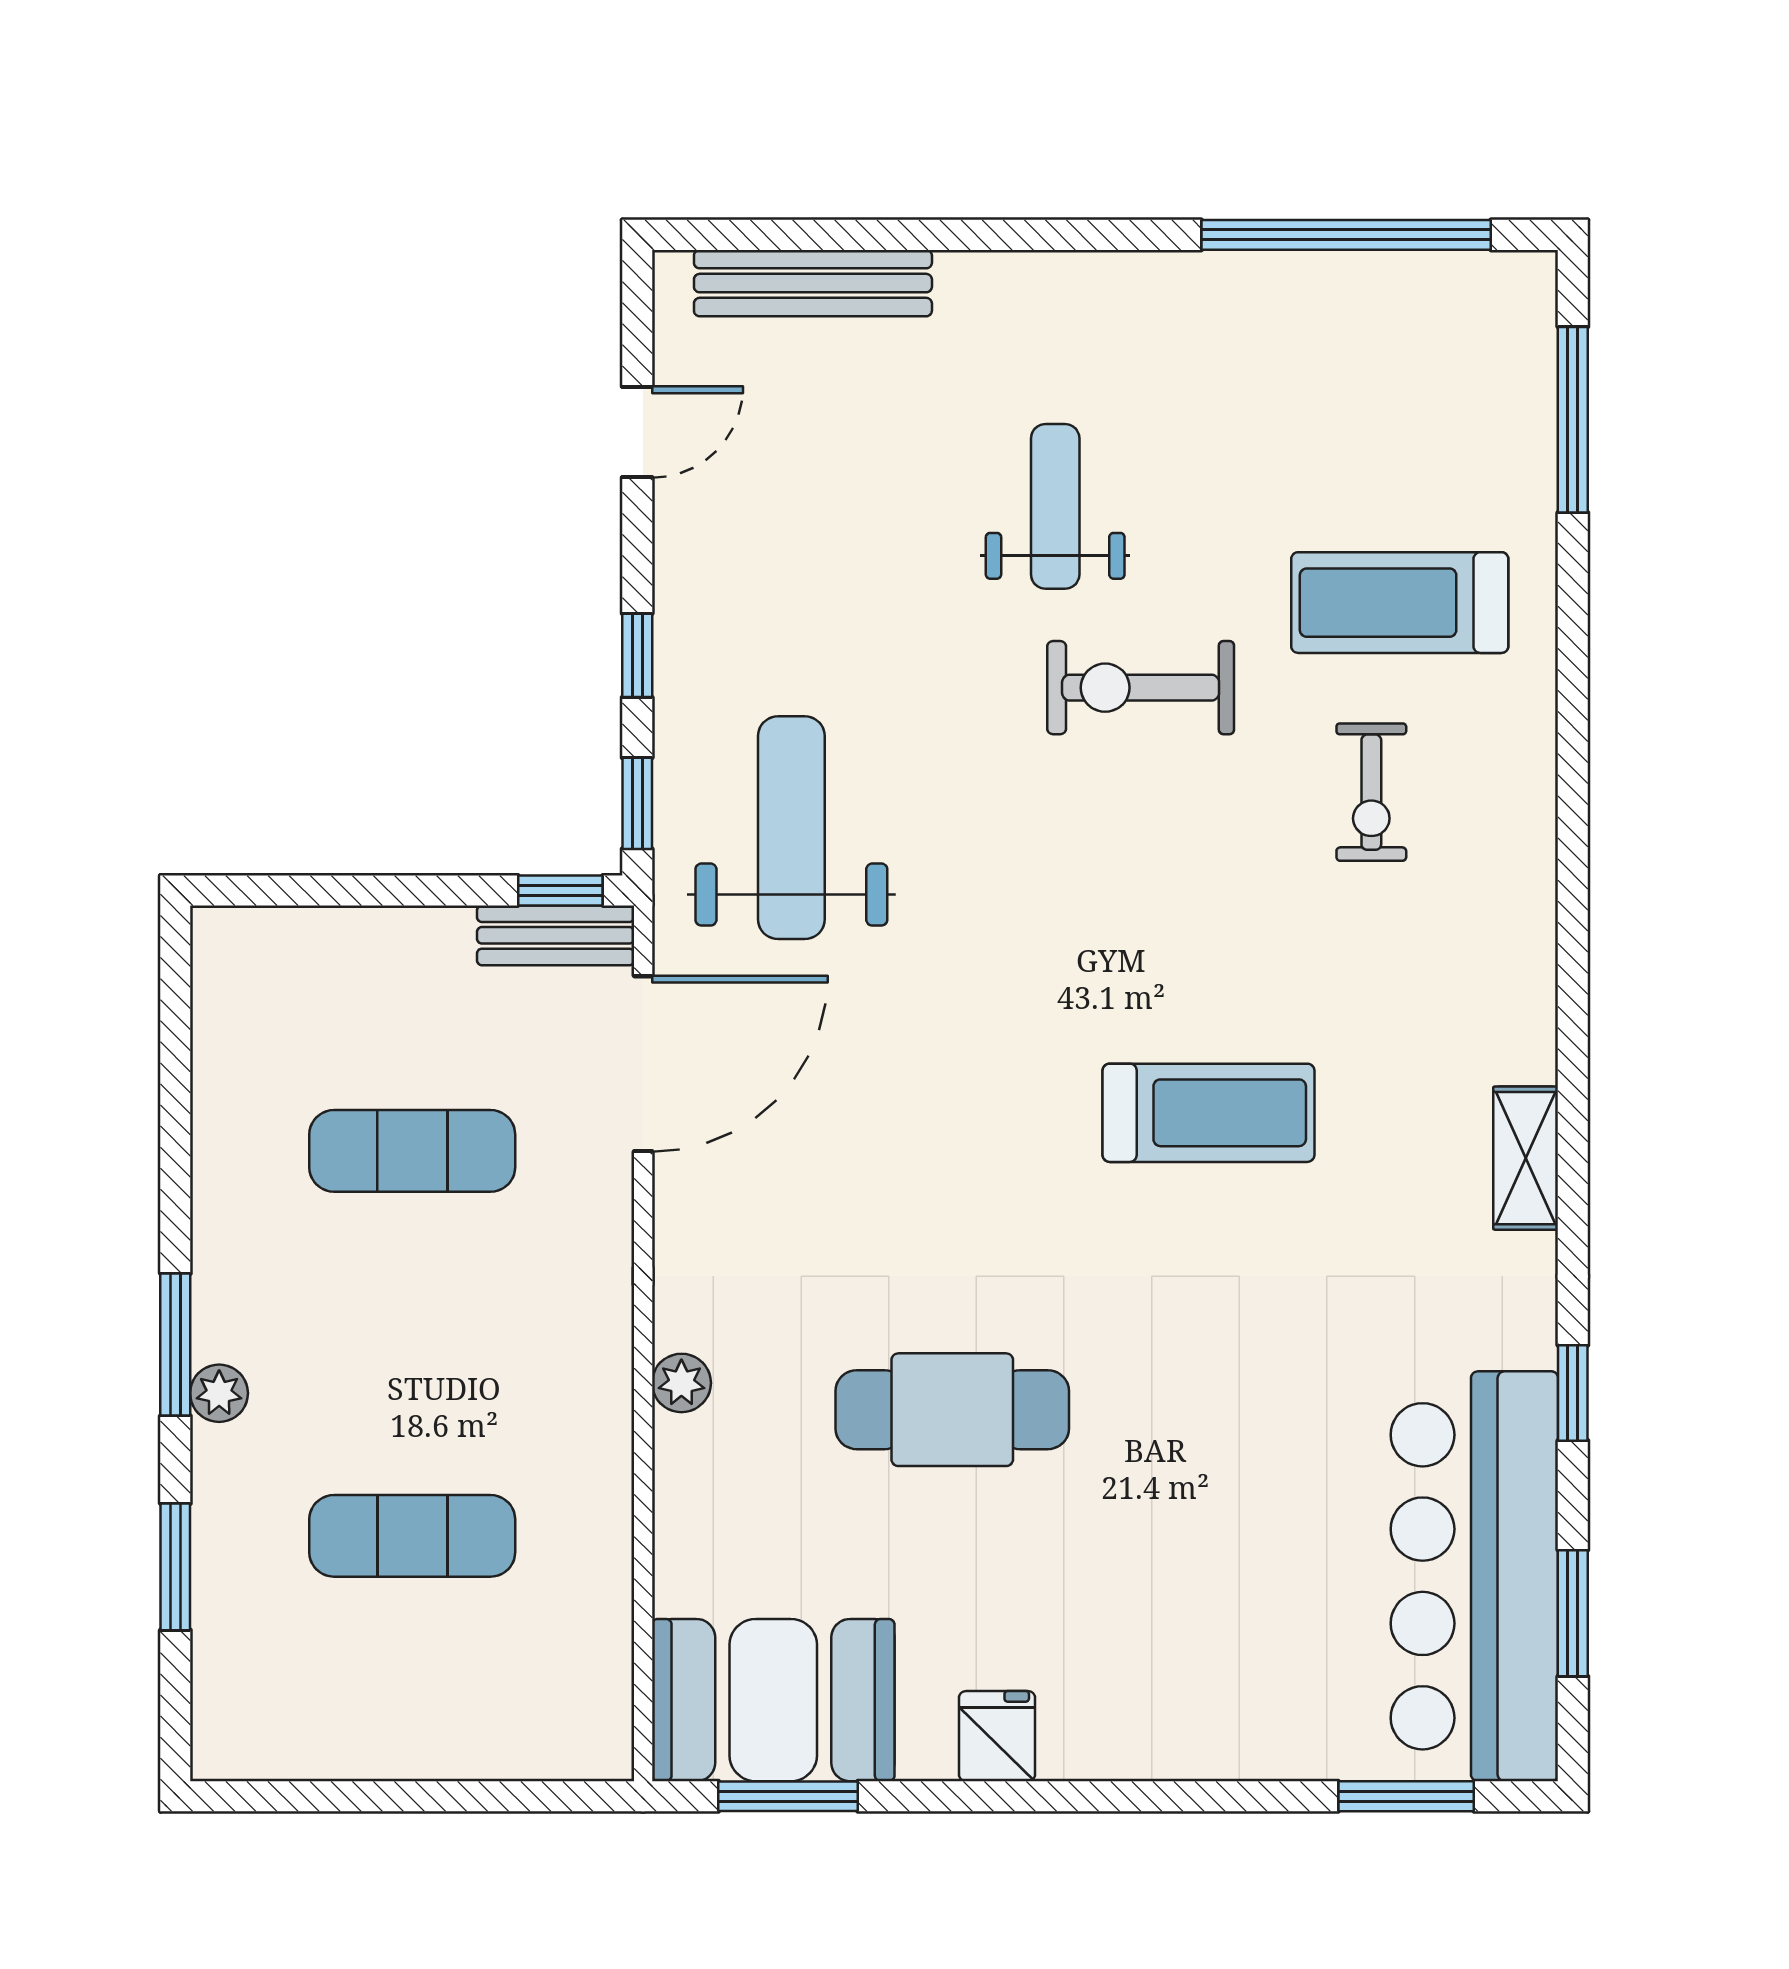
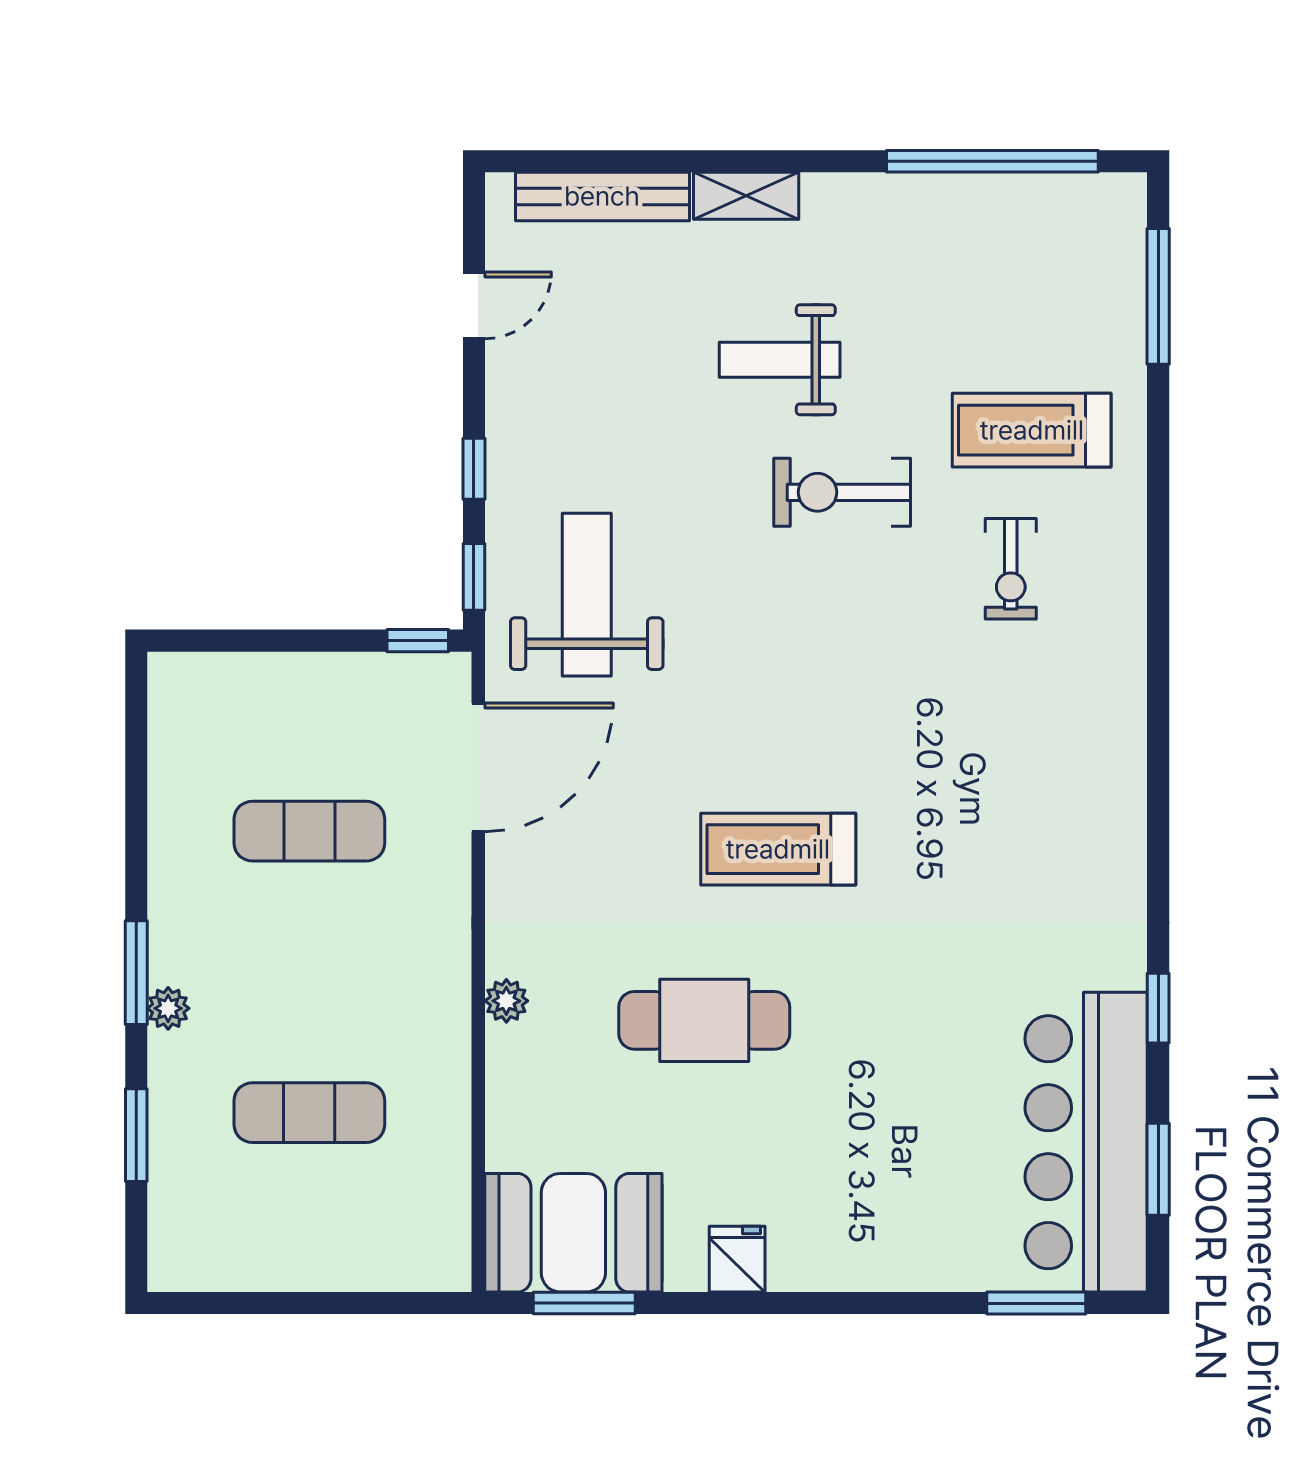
weight bench: (1055, 506) -> (780, 360), turned -90
bench: (556, 935) -> (414, 673), removed
treadmill: (1209, 1113) -> (778, 849), moved, turned 180
shelving: (1526, 1158) -> (746, 196), moved, turned 90

